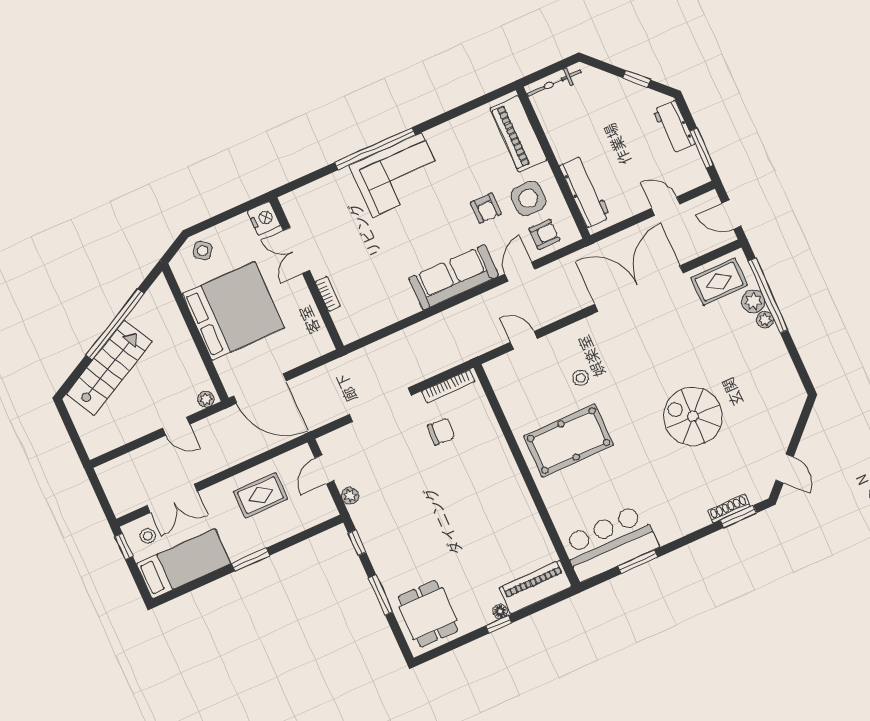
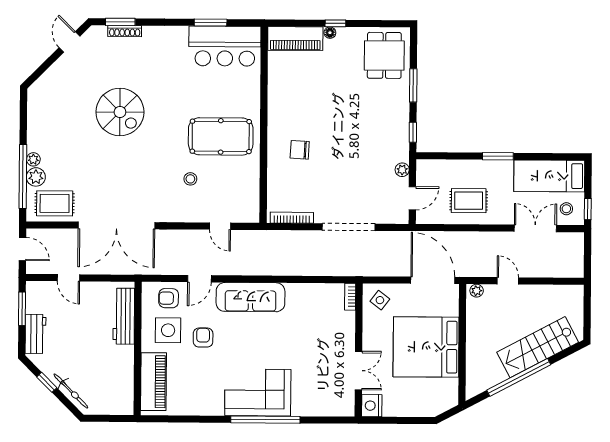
bicycle: (554, 83) -> (71, 391), moved, turned 45
side table: (203, 251) -> (380, 300), moved
bookcase: (328, 294) -> (350, 297), moved
chair: (441, 432) -> (300, 150), moved

